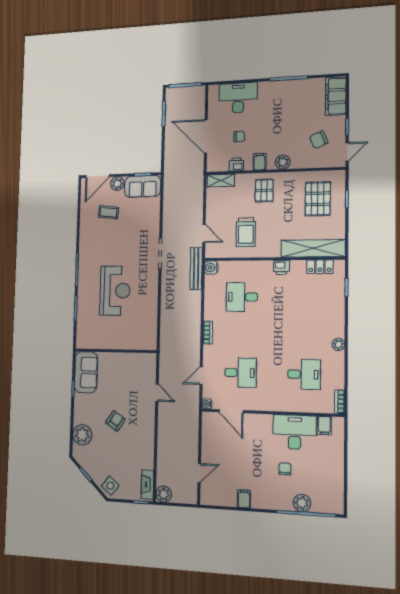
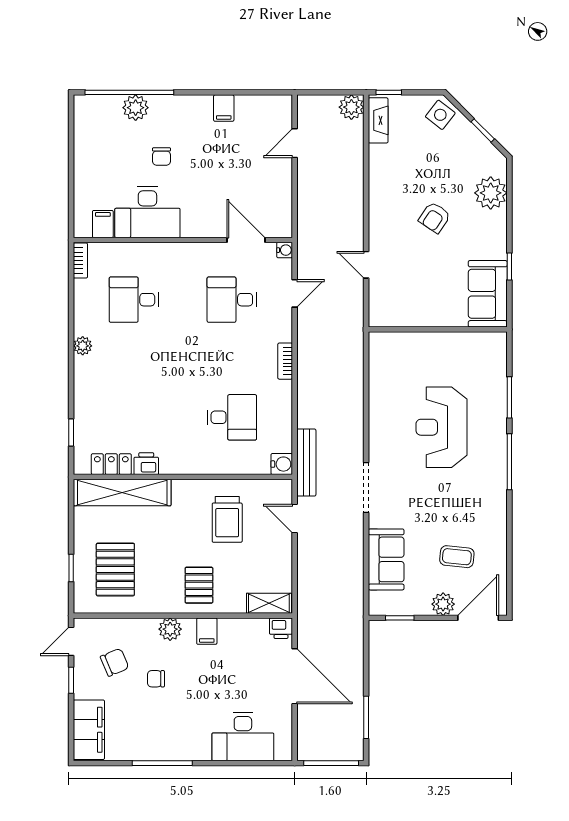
chair: (239, 136) -> (156, 679), moved
printer: (236, 165) -> (281, 628), moved
sofa: (143, 186) -> (386, 559), moved, turned 90
trolley: (246, 232) -> (227, 519), turned 180
printer: (281, 267) -> (146, 464), moved

